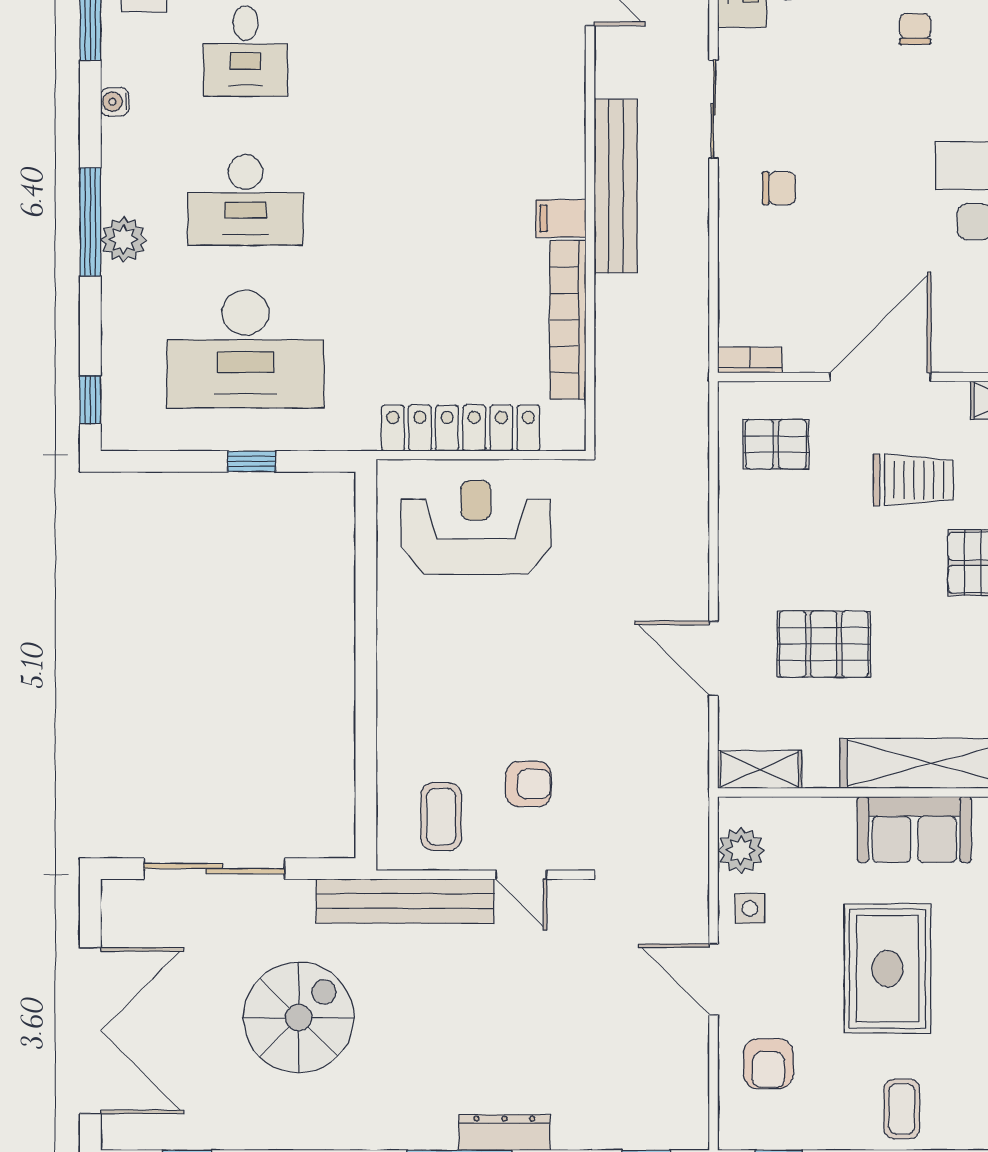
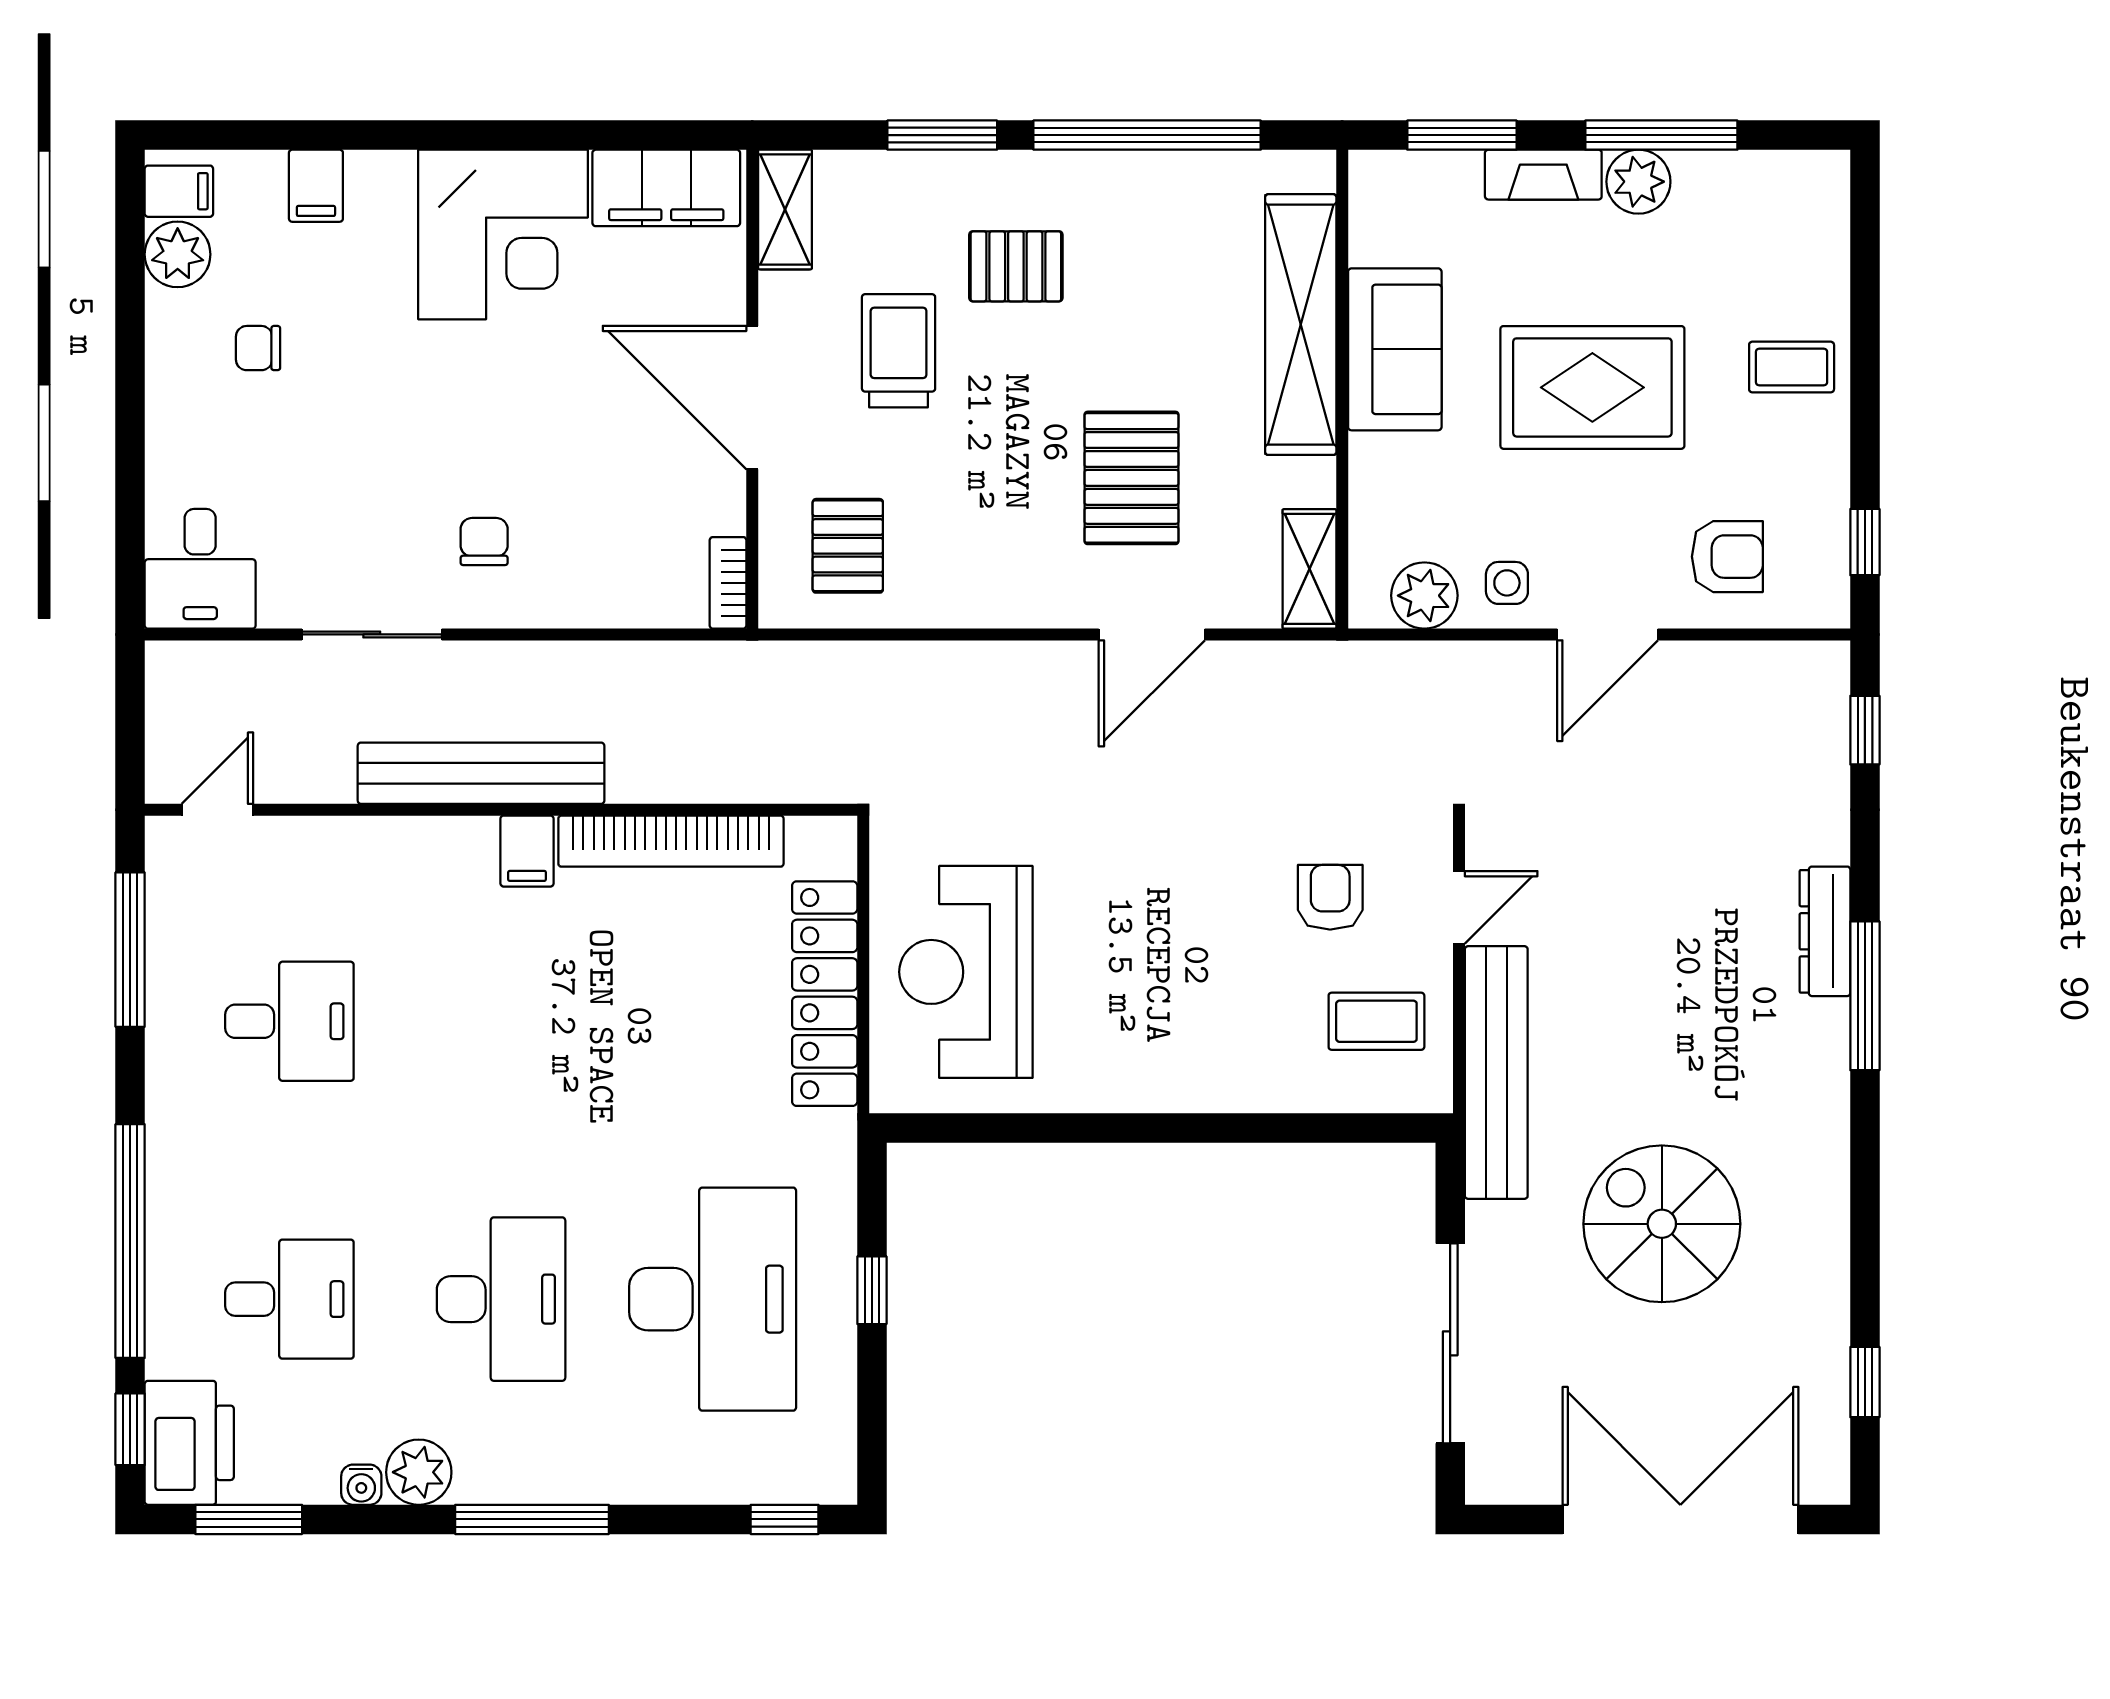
desk: (441, 51) -> (289, 1021), added
plant: (124, 240) -> (419, 1472), moved

